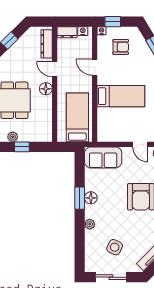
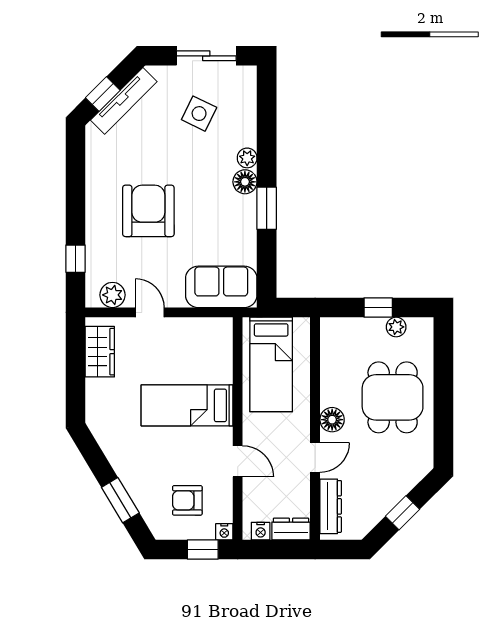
door: (55, 69) -> (315, 458), hinge flipped
floor lamp: (91, 198) -> (245, 182), moved

